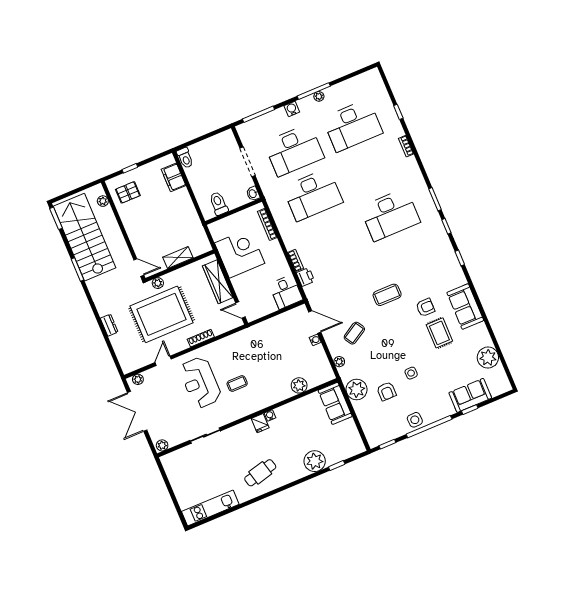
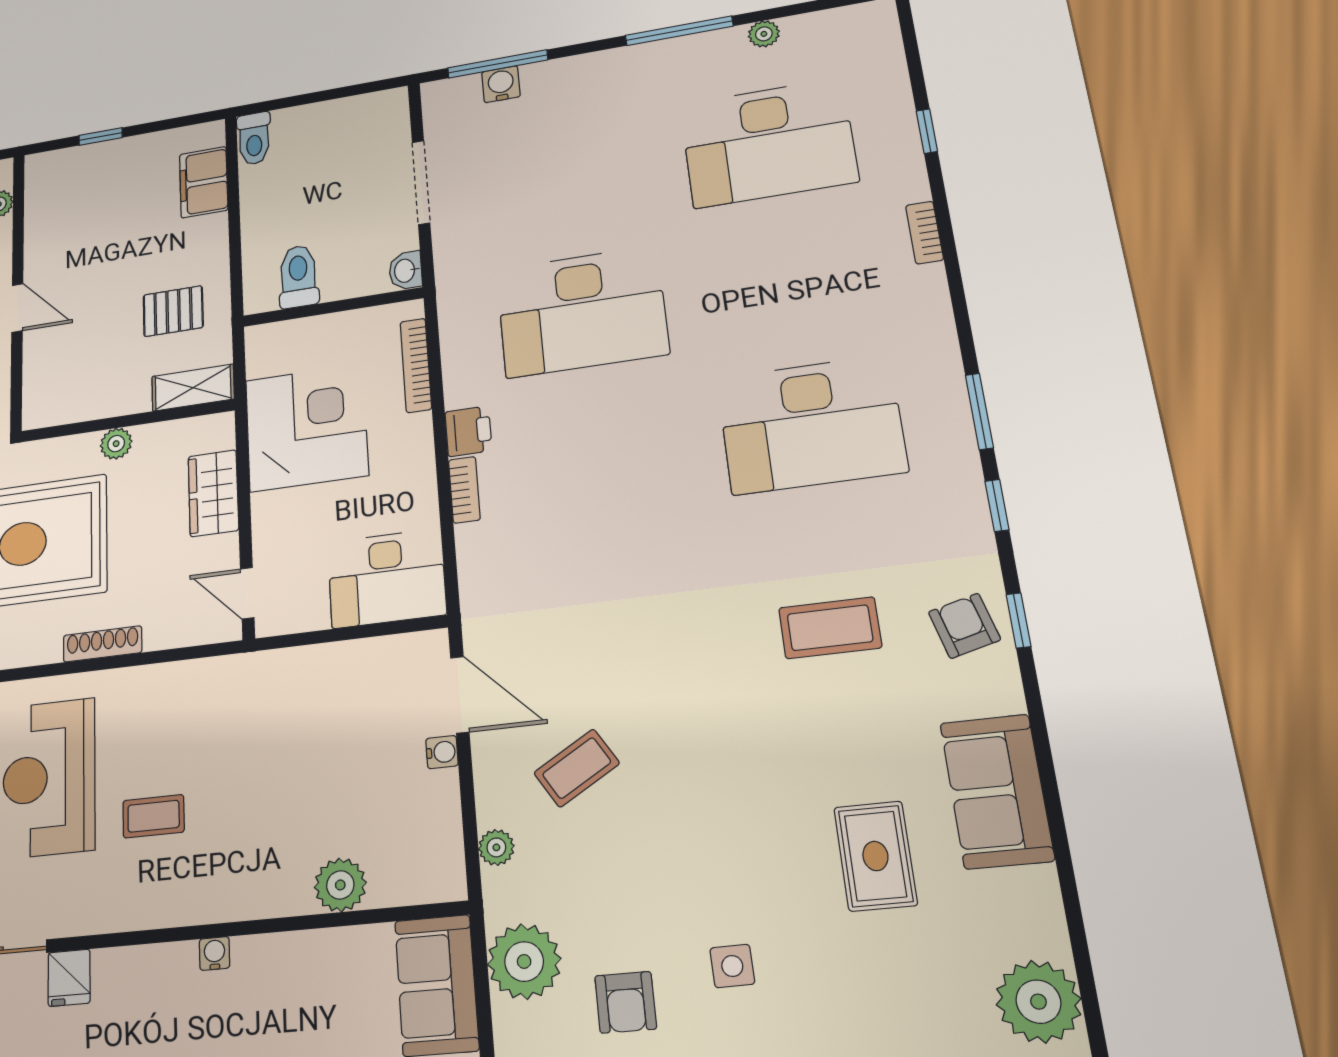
plant: (319, 96) -> (764, 34), moved
water cooler: (292, 109) -> (501, 84), moved
desk: (294, 150) -> (567, 177), removed
pallet: (128, 192) -> (173, 311), moved
shelving: (178, 258) -> (193, 388), moved
door: (139, 268) -> (17, 308), moved
printer: (306, 277) -> (468, 431), moved
wardrobe: (218, 282) -> (213, 493), width x0.67
plant: (158, 283) -> (116, 444), moved
desk: (286, 292) -> (387, 578), width x1.37
coffee table: (387, 295) -> (830, 628), moved
armchair: (425, 307) -> (964, 626), moved, turned -105
fridge: (260, 423) -> (69, 978), moved

